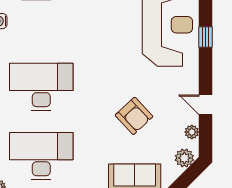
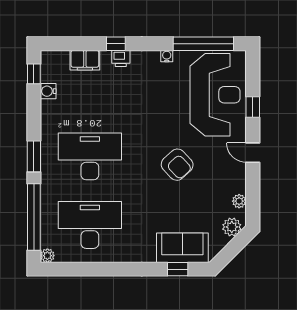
door: (205, 105) -> (253, 153), moved
armchair: (134, 116) -> (177, 165), moved

